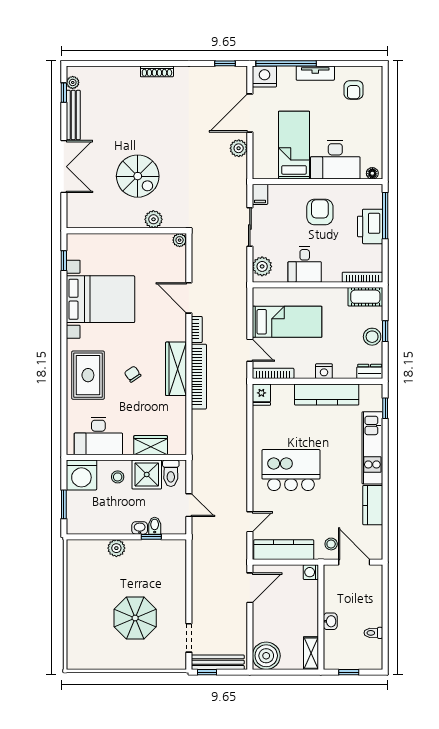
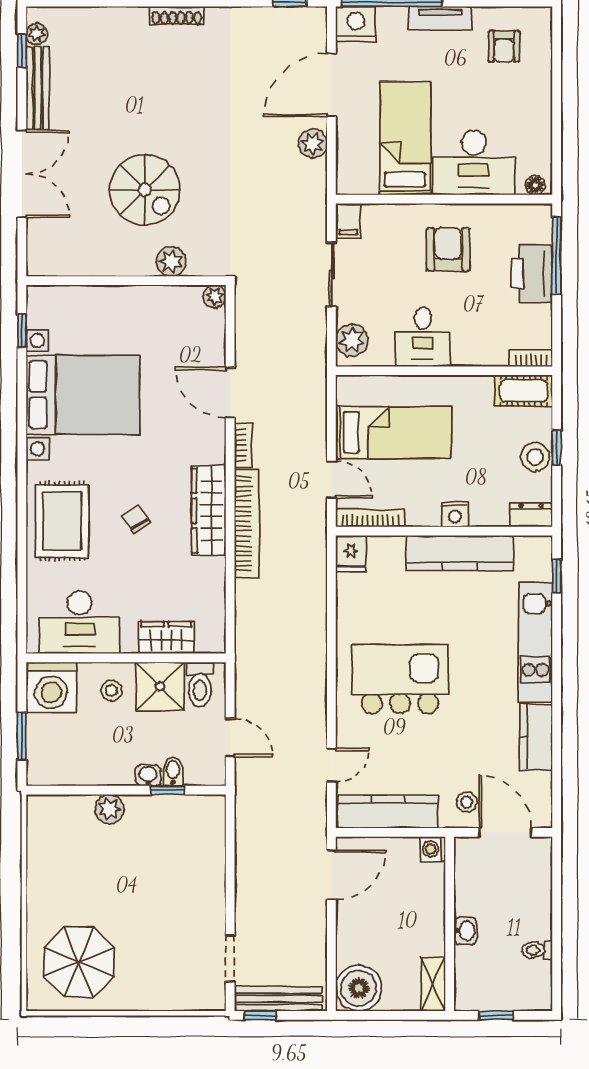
bookcase: (363, 277) -> (531, 358), width x0.64
parasol: (135, 618) -> (79, 962), moved

